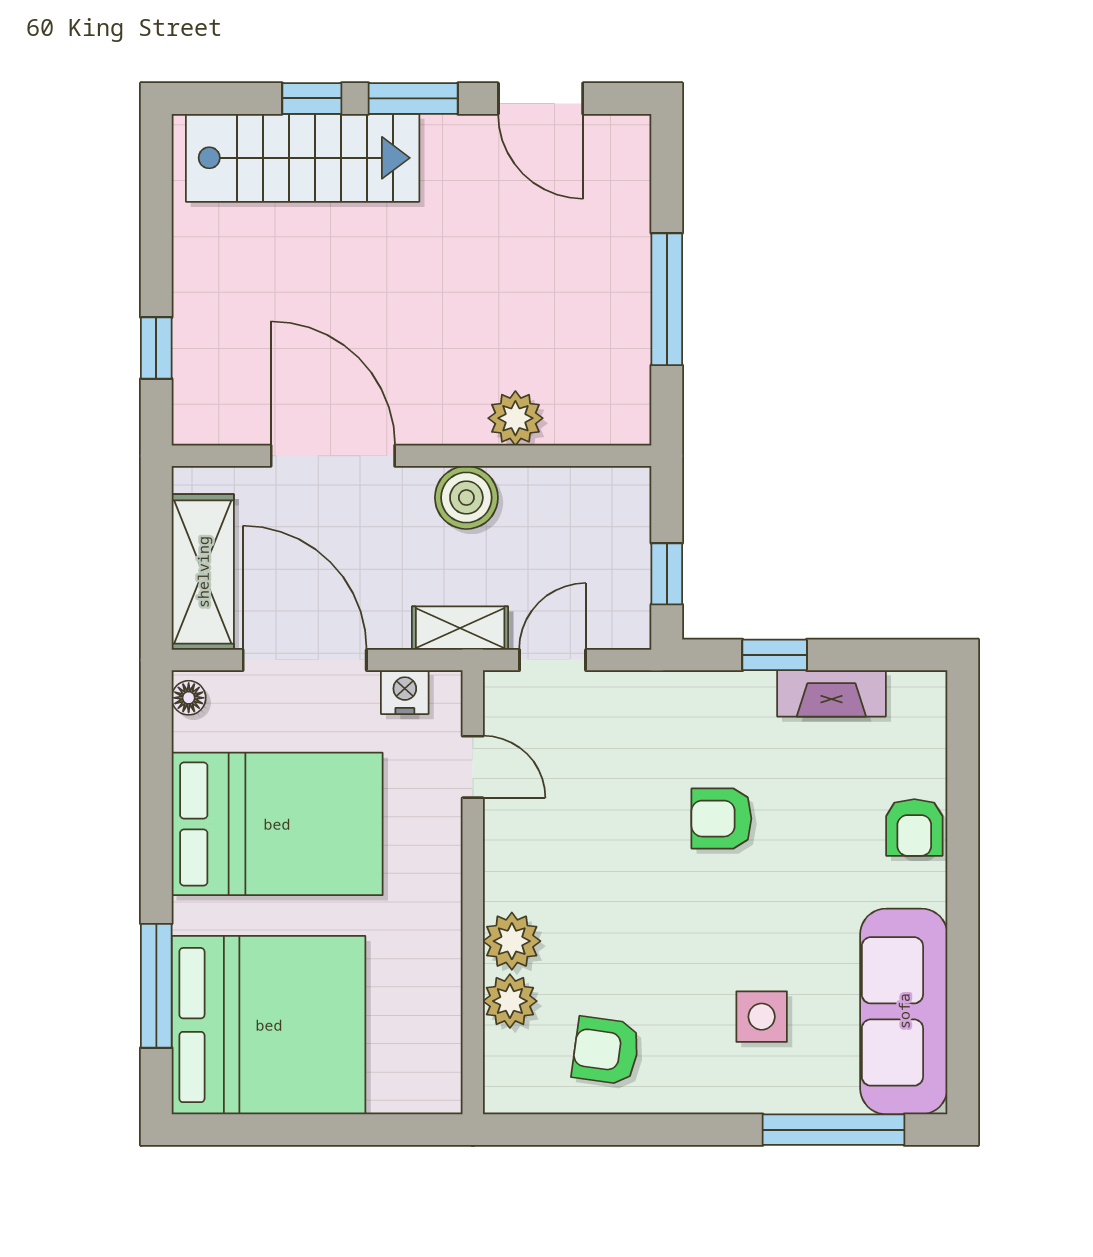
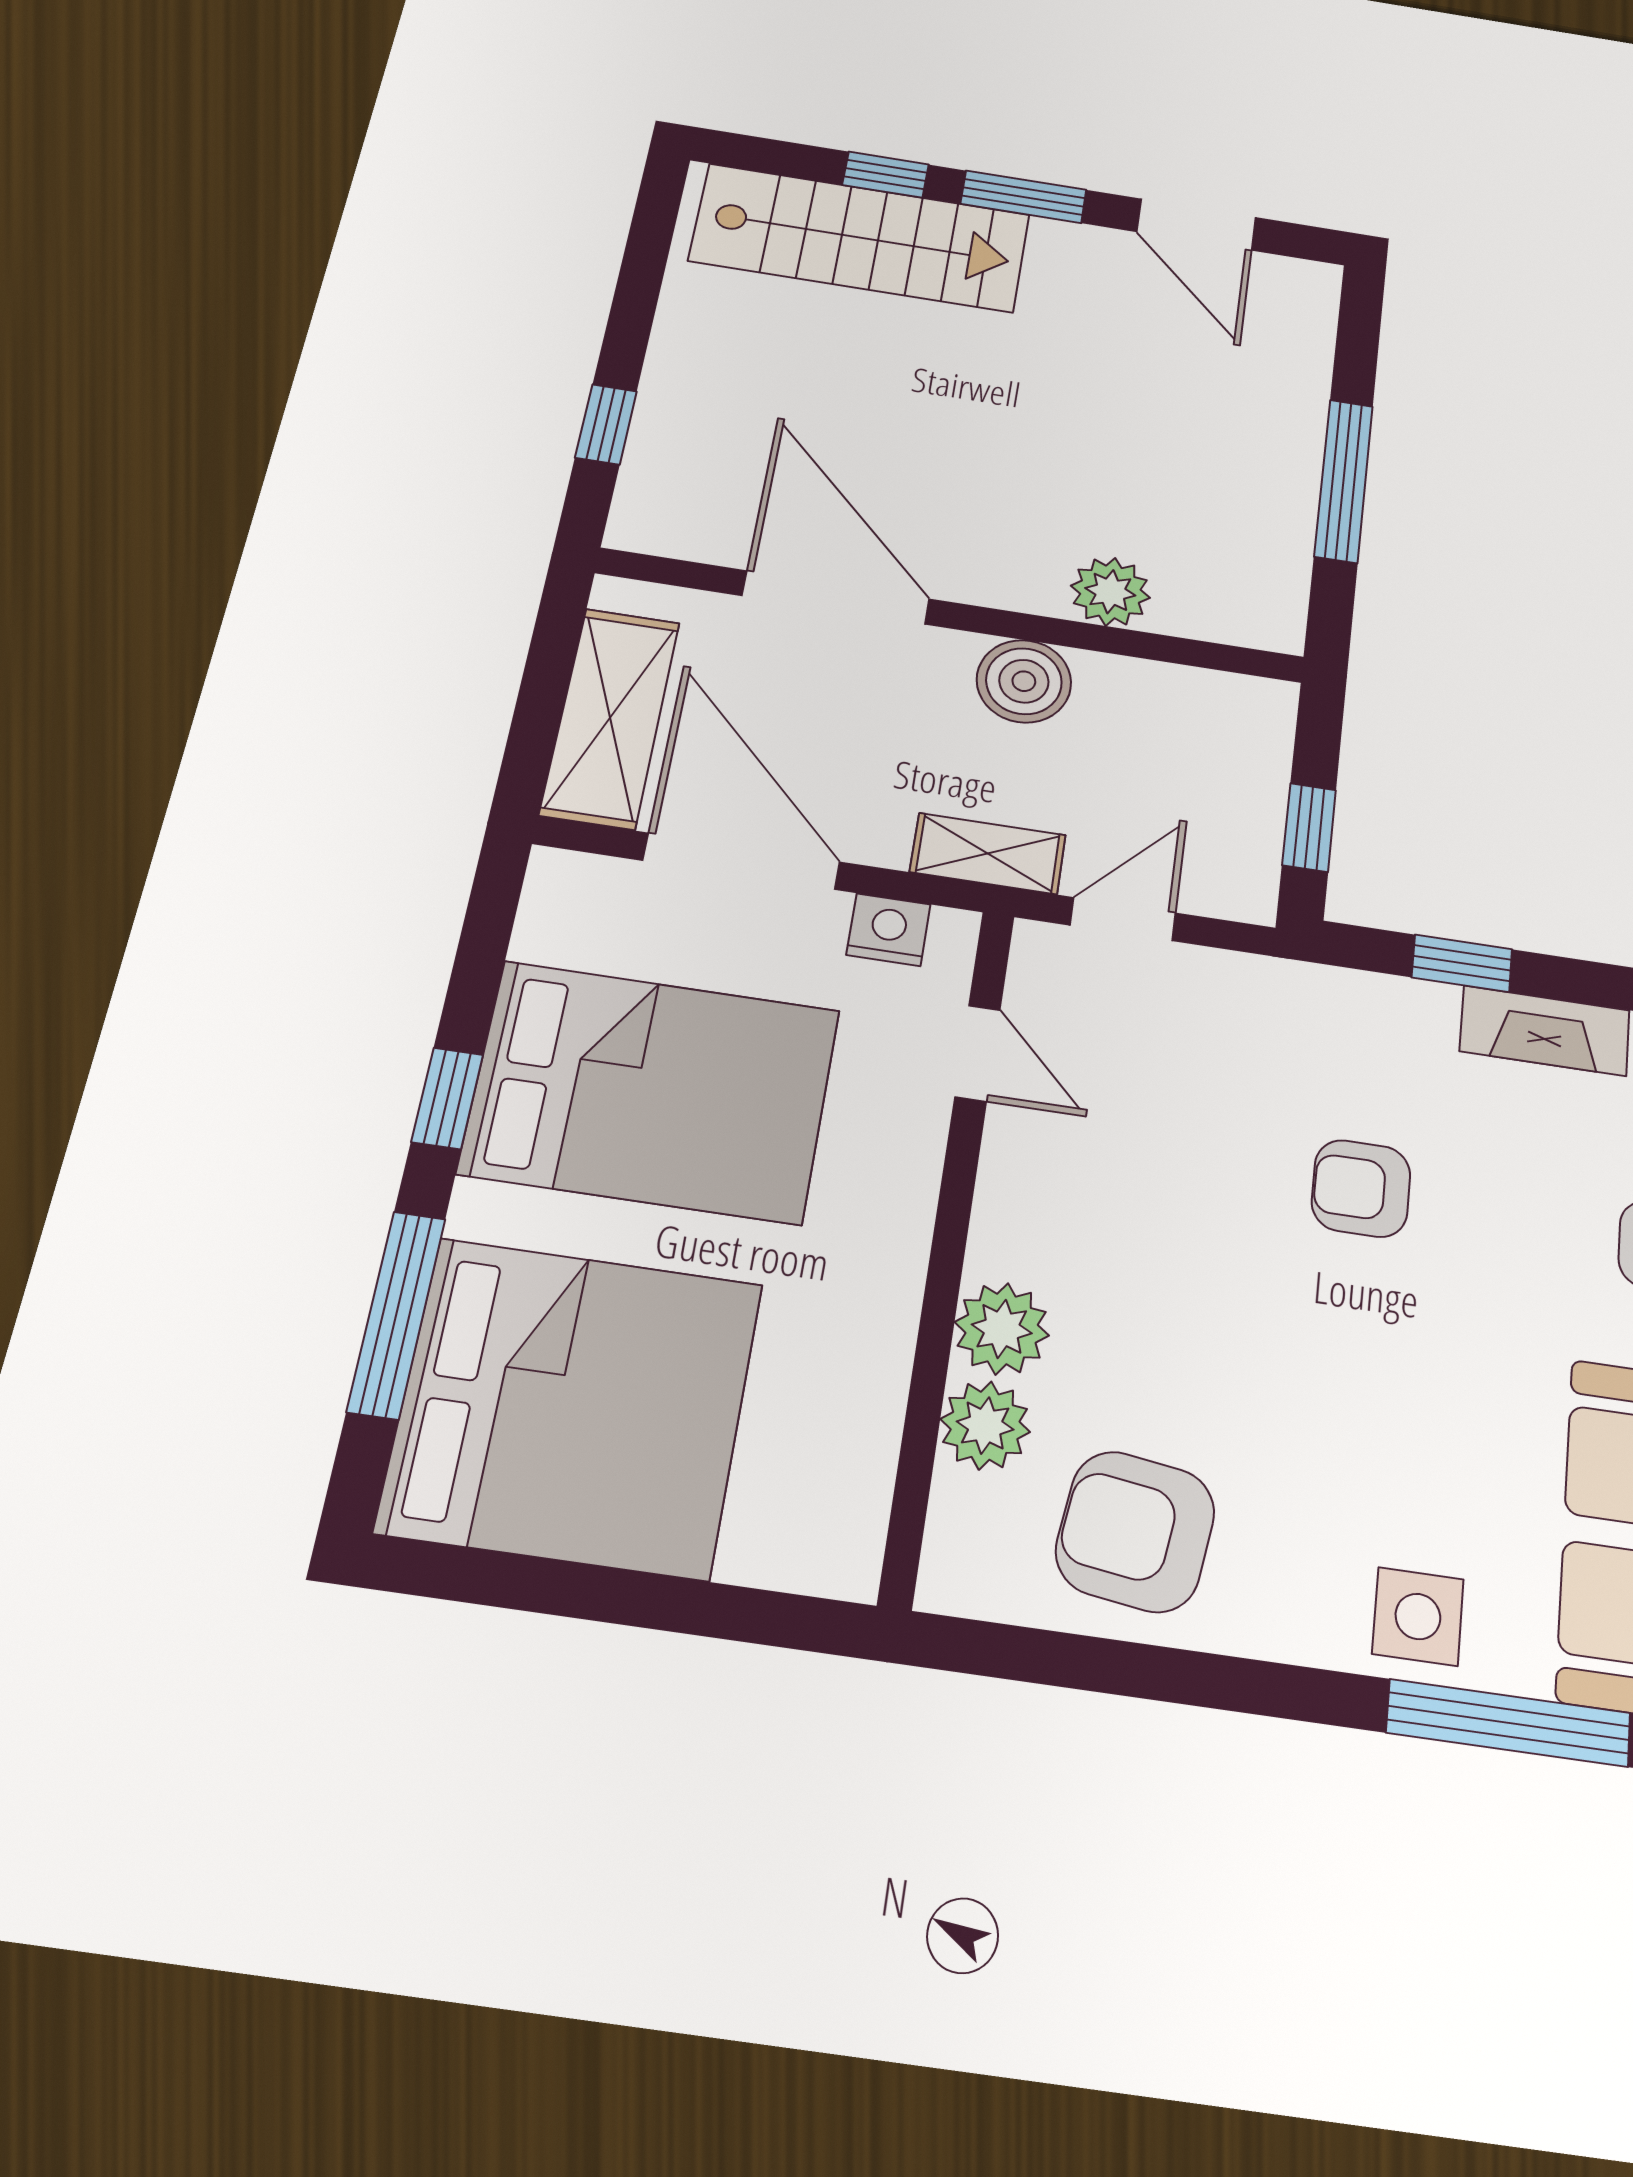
floor lamp: (189, 698) -> (550, 887), removed
window: (156, 848) -> (447, 1098), added
side table: (762, 1017) -> (1418, 1617), moved
armchair: (606, 1051) -> (1135, 1531), width x1.38, depth x1.38

